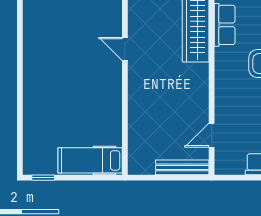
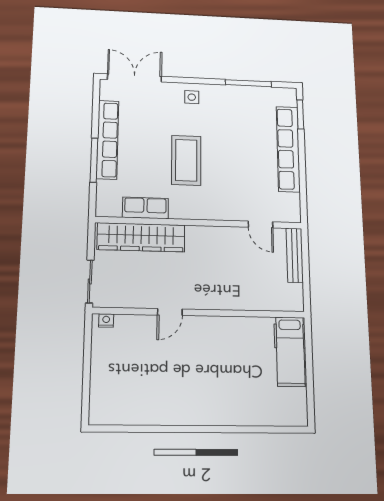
window: (43, 178) -> (311, 404), removed

